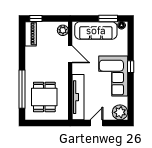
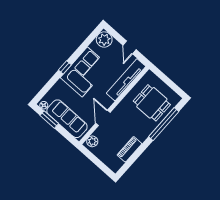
window: (36, 18) -> (105, 169), removed
piano: (31, 34) -> (129, 149), moved
dining table: (44, 97) -> (152, 103), turned 90
door: (96, 123) -> (130, 47), hinge flipped

